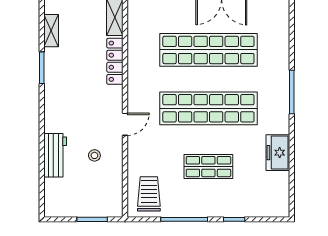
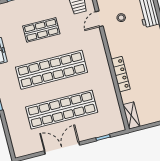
locker: (115, 61) -> (121, 74), moved
door: (125, 124) -> (99, 19), moved

